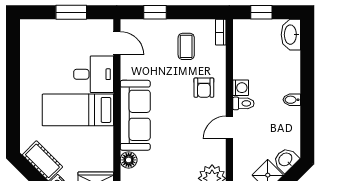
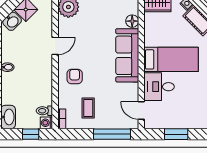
window: (155, 12) -> (112, 134), width x2.17
washing machine: (241, 88) -> (46, 123), moved
toilet: (243, 103) -> (44, 111), moved

